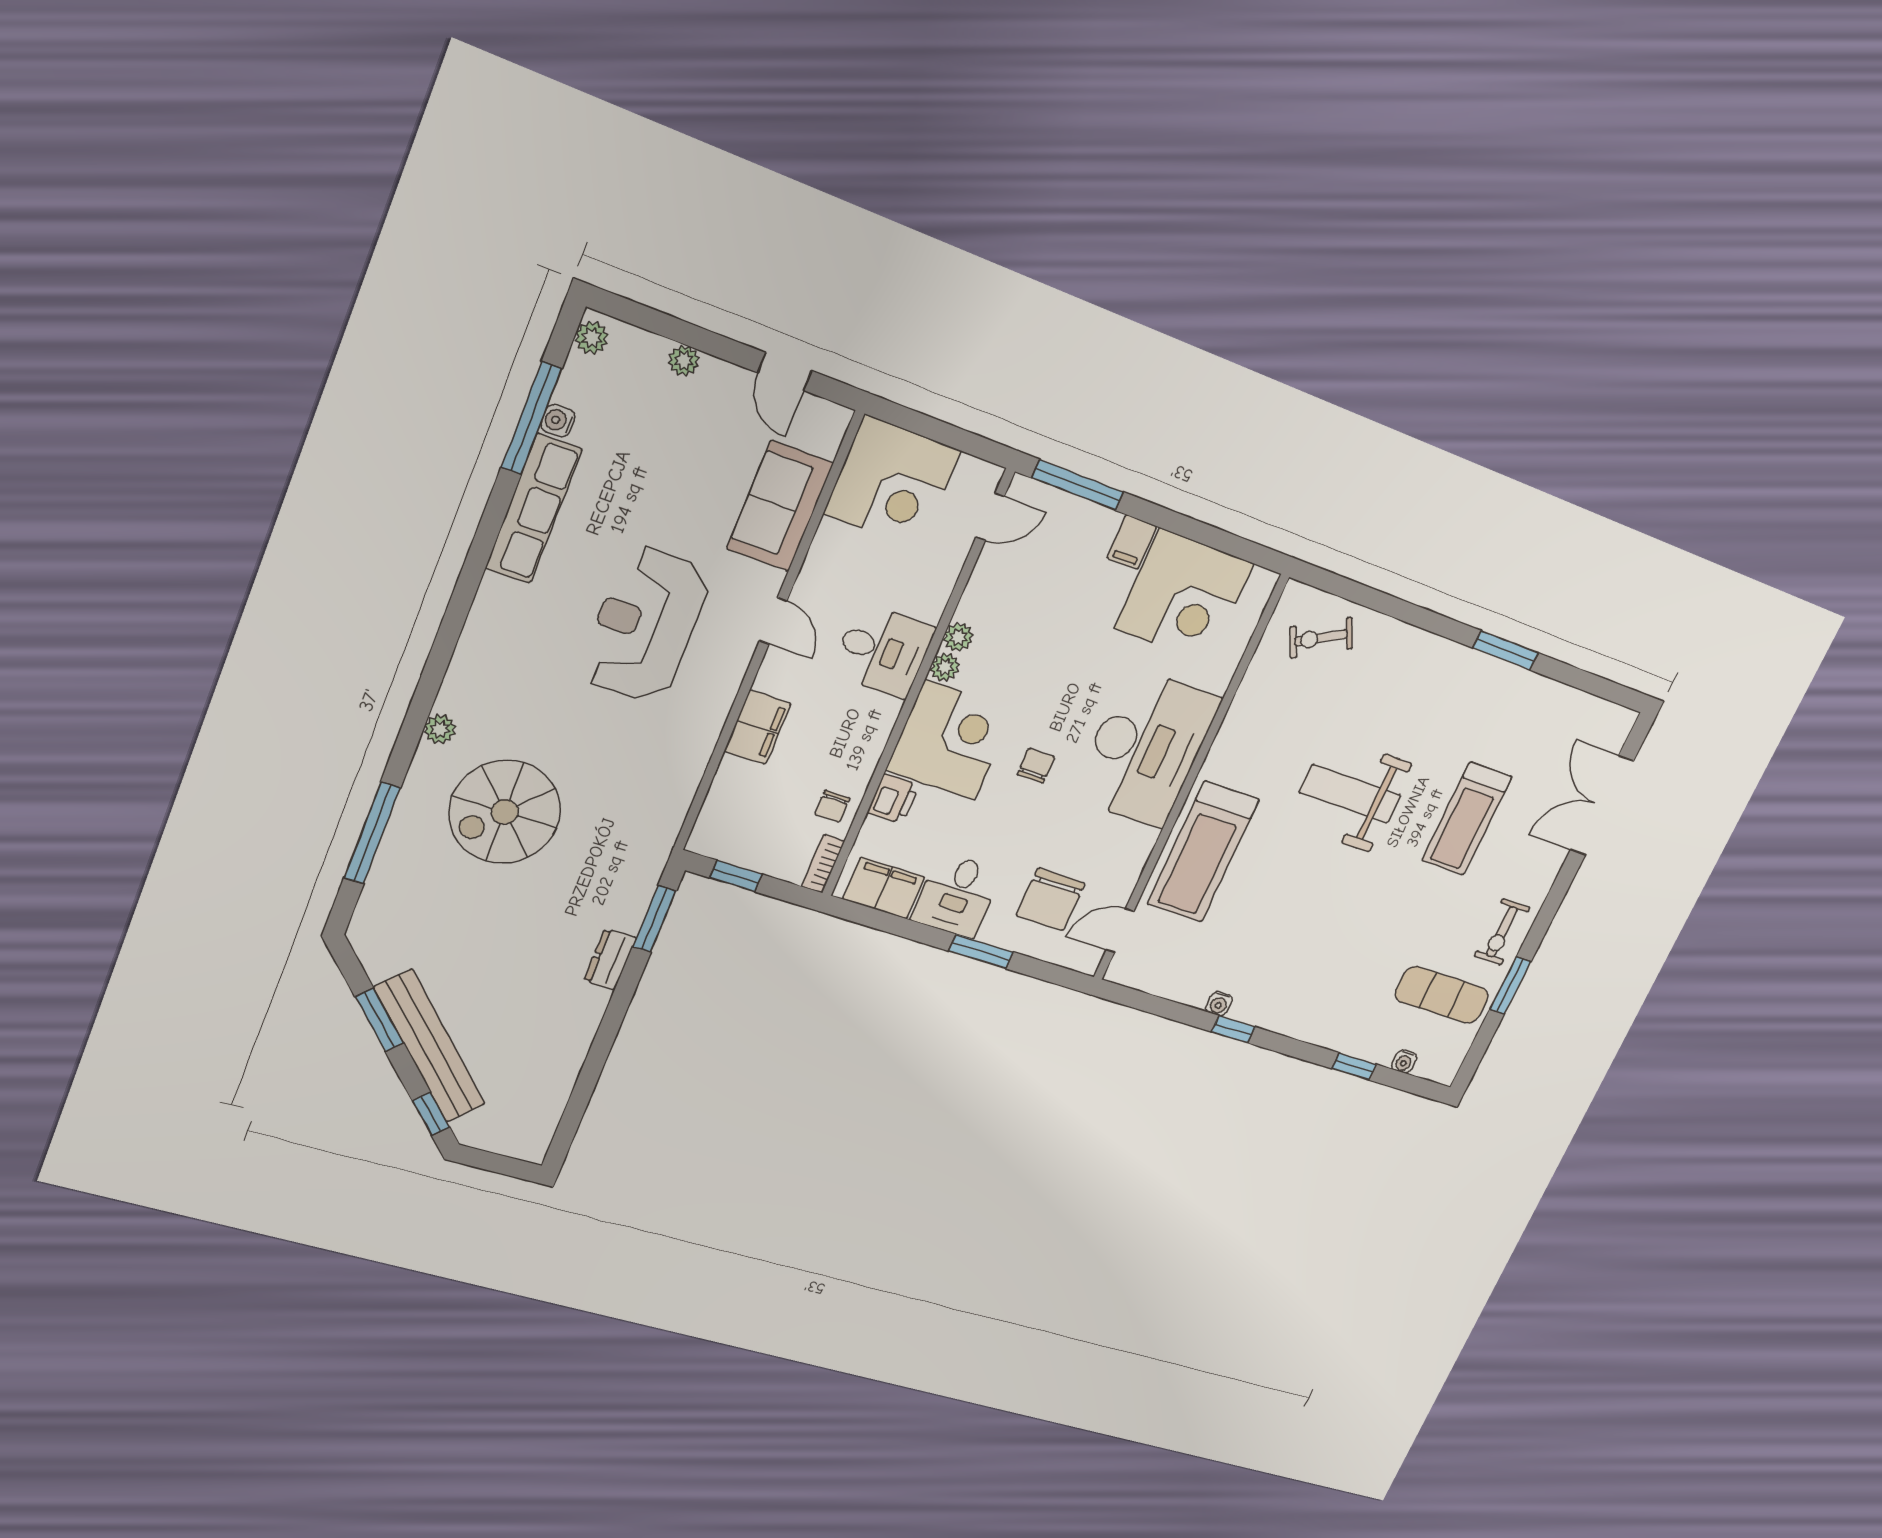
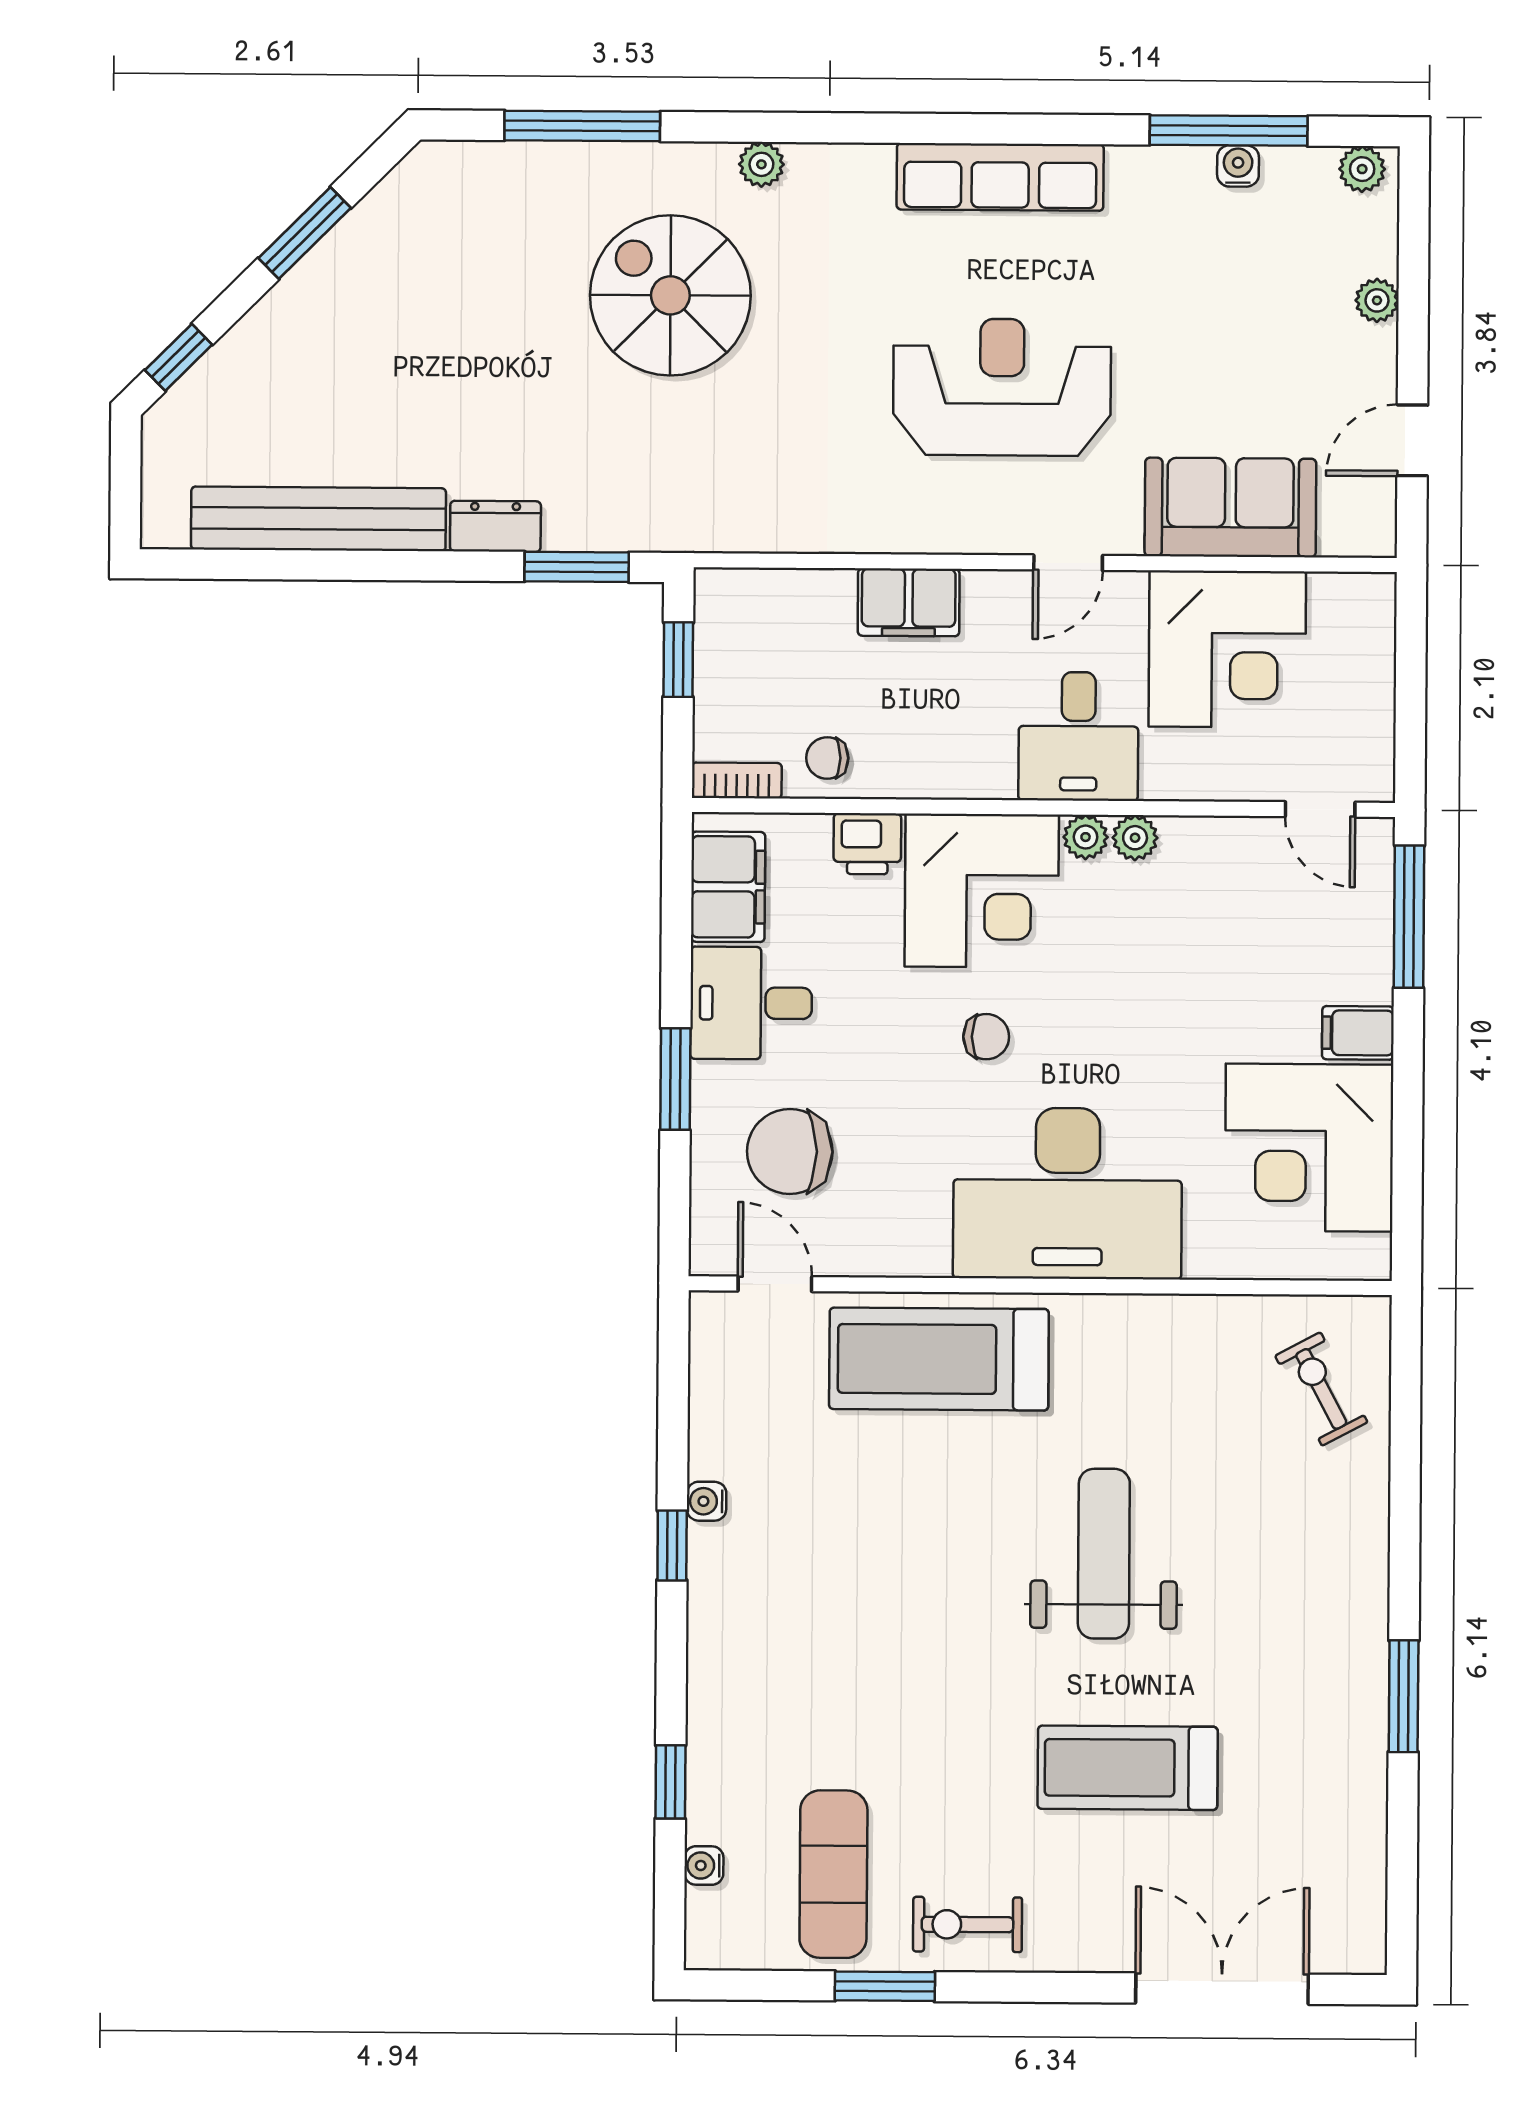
corner desk: (892, 482) -> (1227, 649), moved, turned -90
row of seats: (533, 509) -> (1000, 177), moved
bench: (430, 1046) -> (318, 519), moved, turned 45

